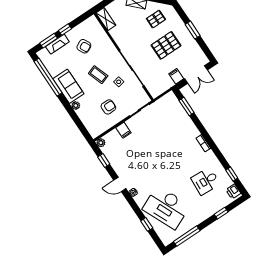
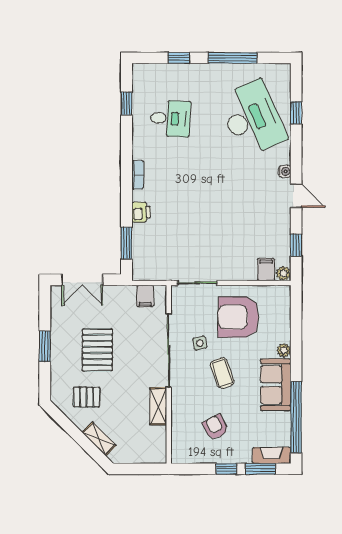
shelving: (106, 19) -> (158, 406), moved
fireplace: (57, 44) -> (272, 455), moved
pallet: (166, 45) -> (97, 350), turned 90
double door: (196, 74) -> (82, 280), swing flipped
filing cabinet: (176, 76) -> (145, 296), moved
armchair: (108, 107) -> (238, 317), width x1.88, depth x1.88
filing cabinet: (123, 130) -> (266, 269), moved
printer: (233, 192) -> (141, 212), moved
window: (187, 236) -> (232, 58), moved

